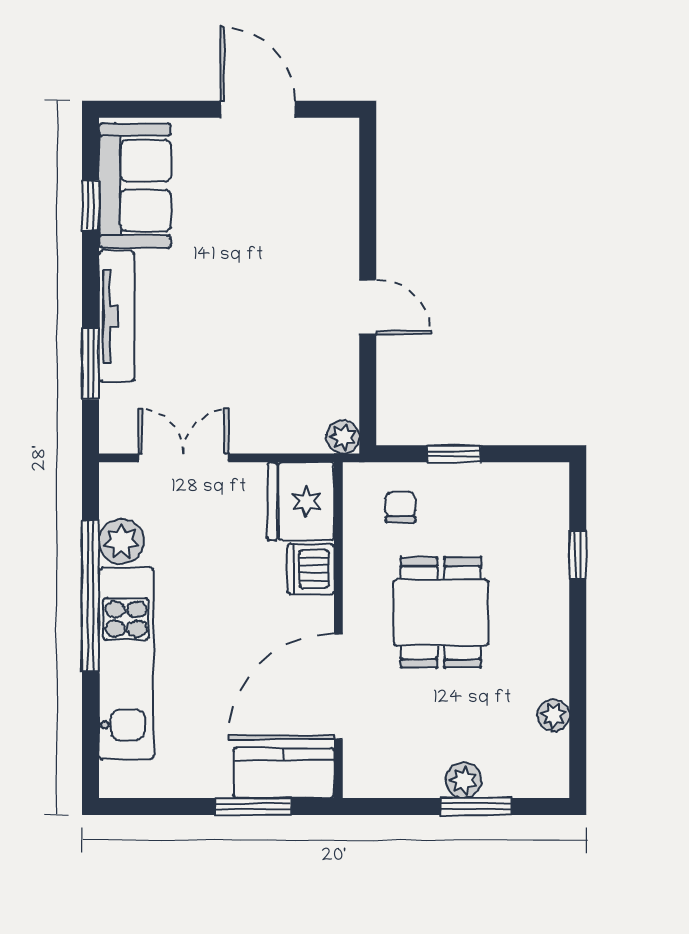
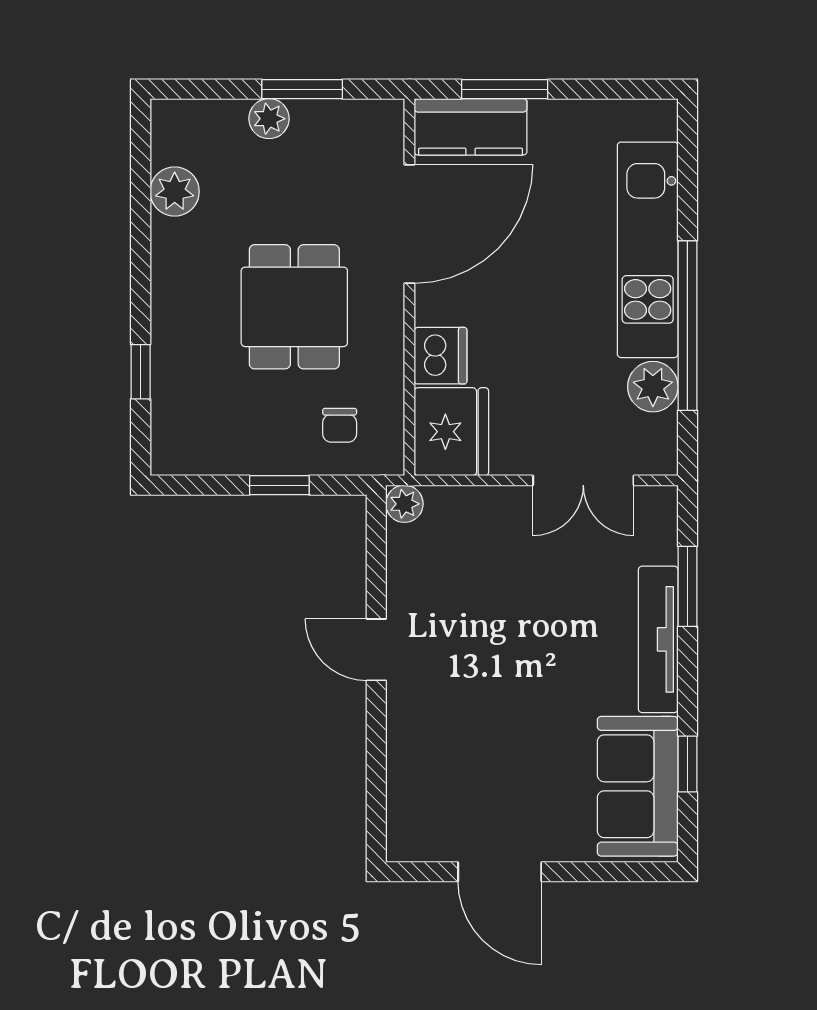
plant: (553, 715) -> (175, 191), width x1.38, depth x1.38
window: (476, 807) -> (302, 89), moved

